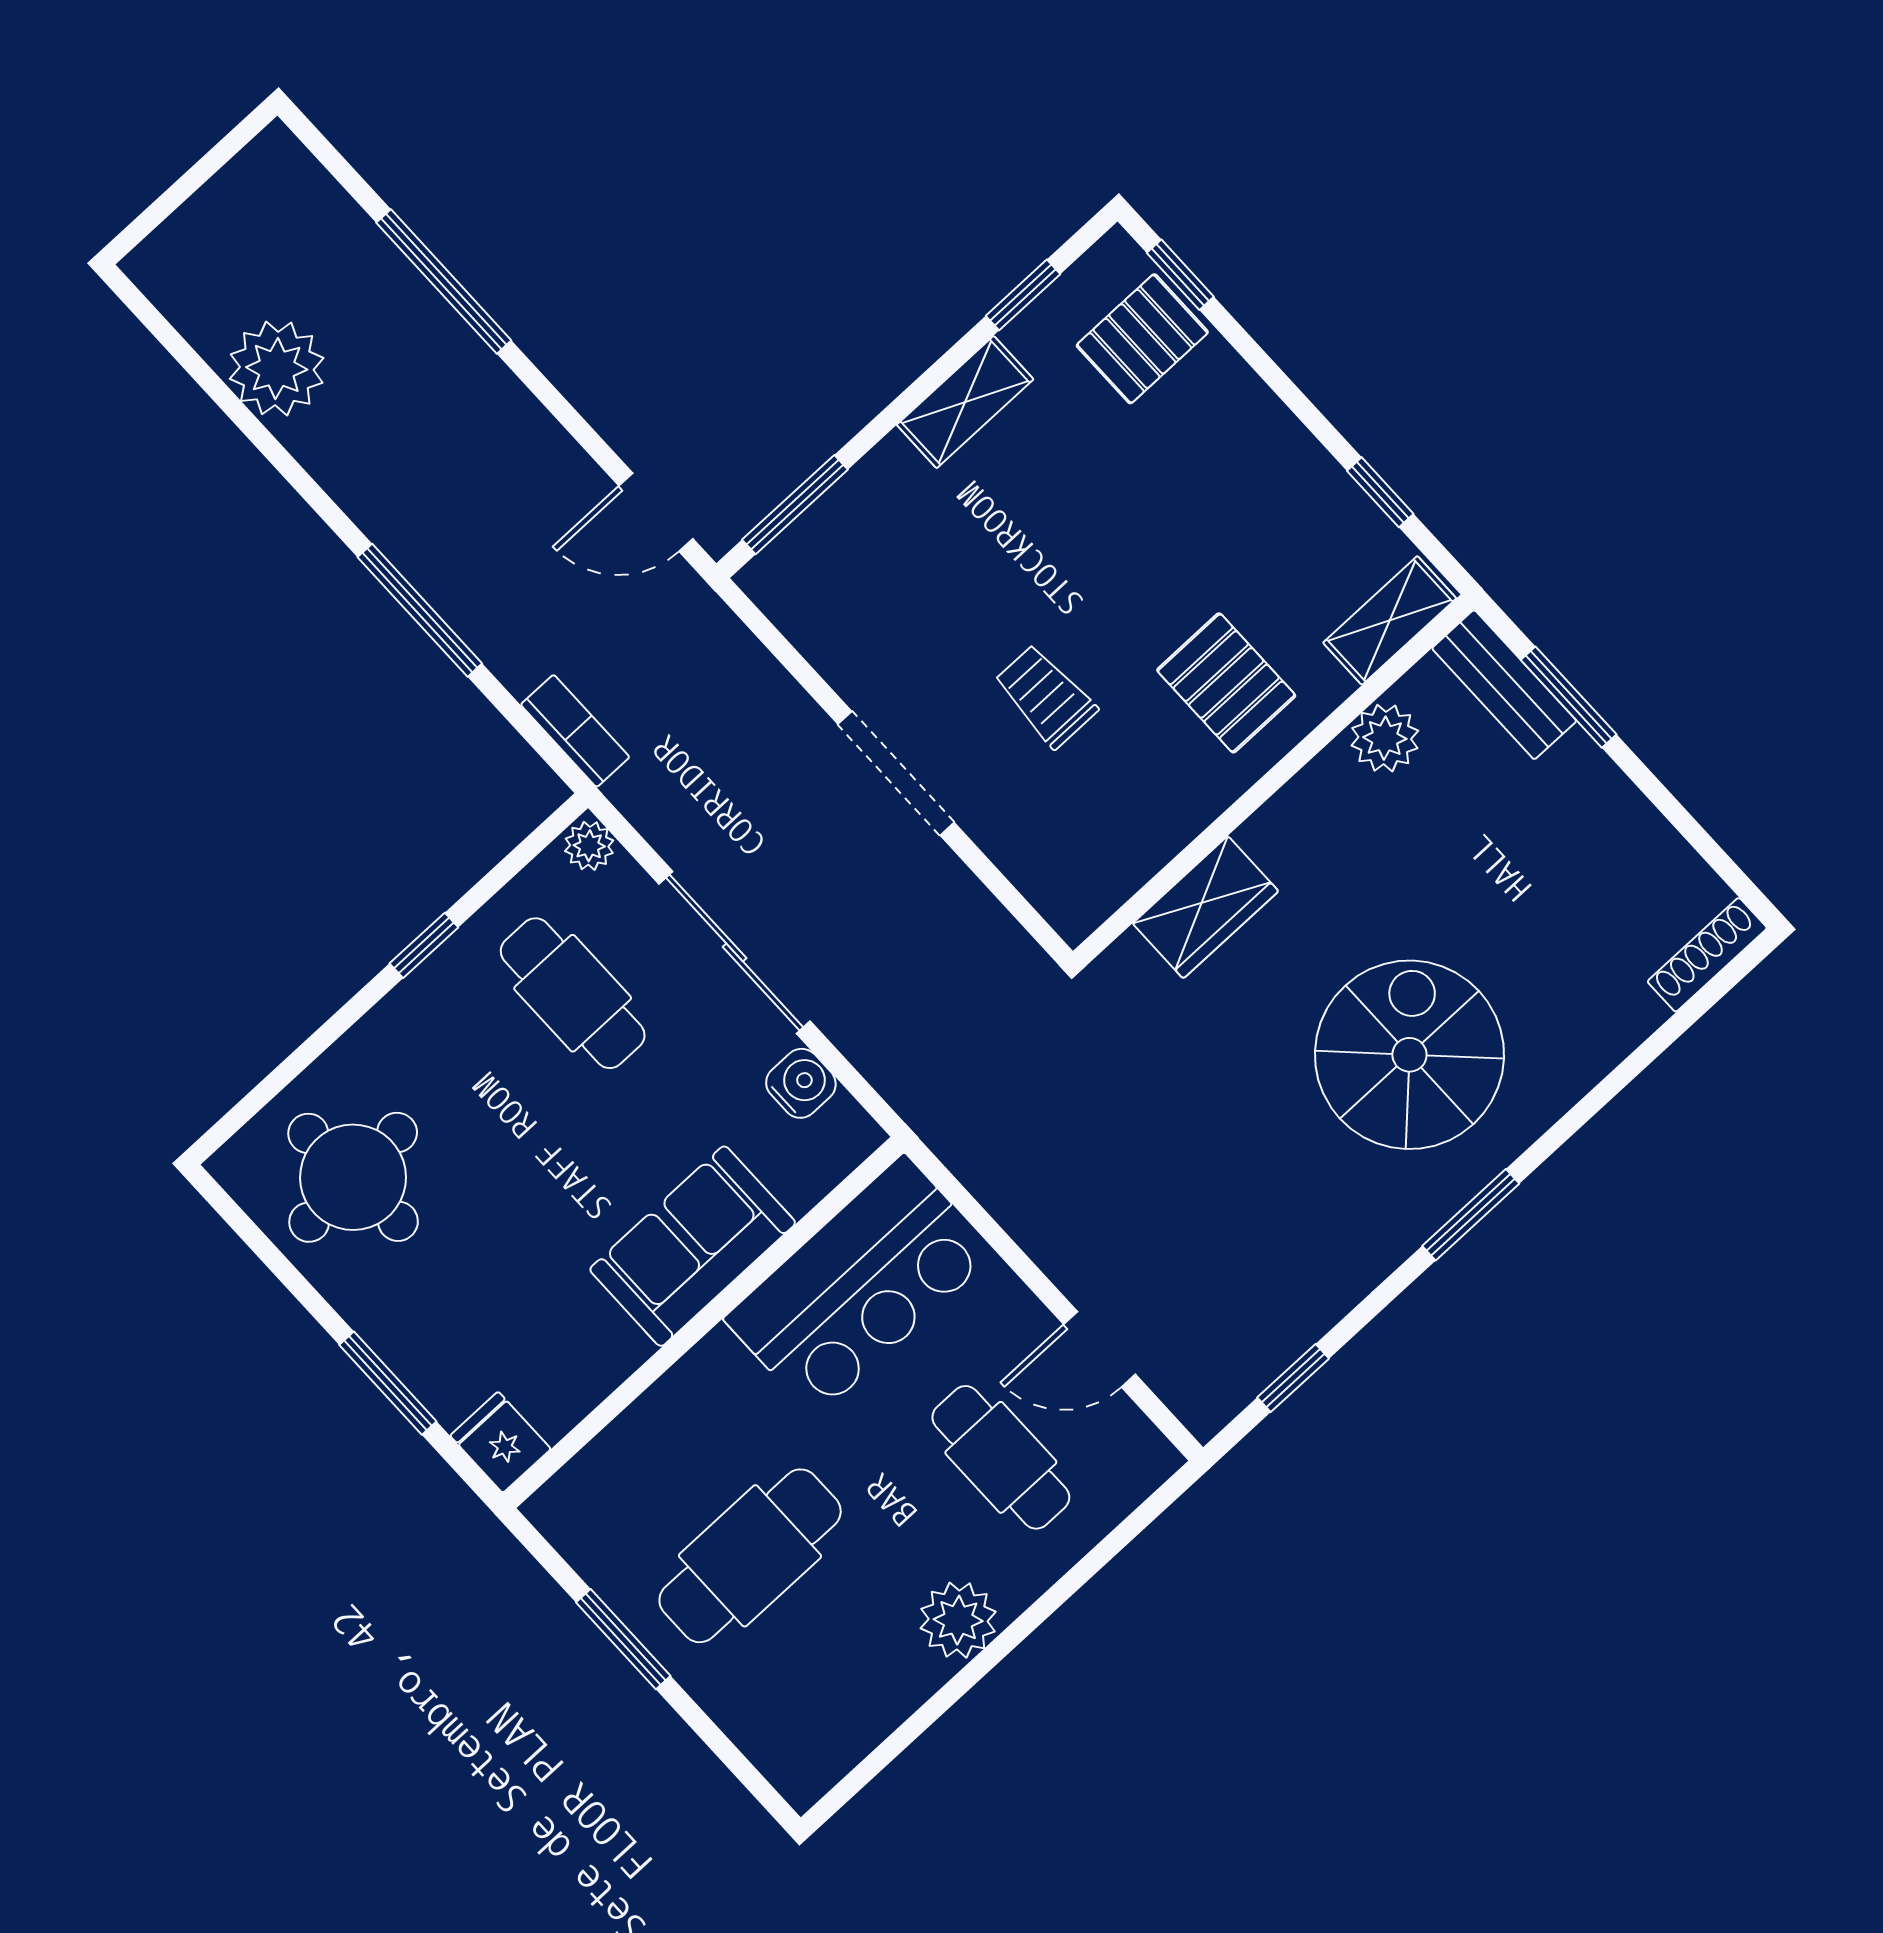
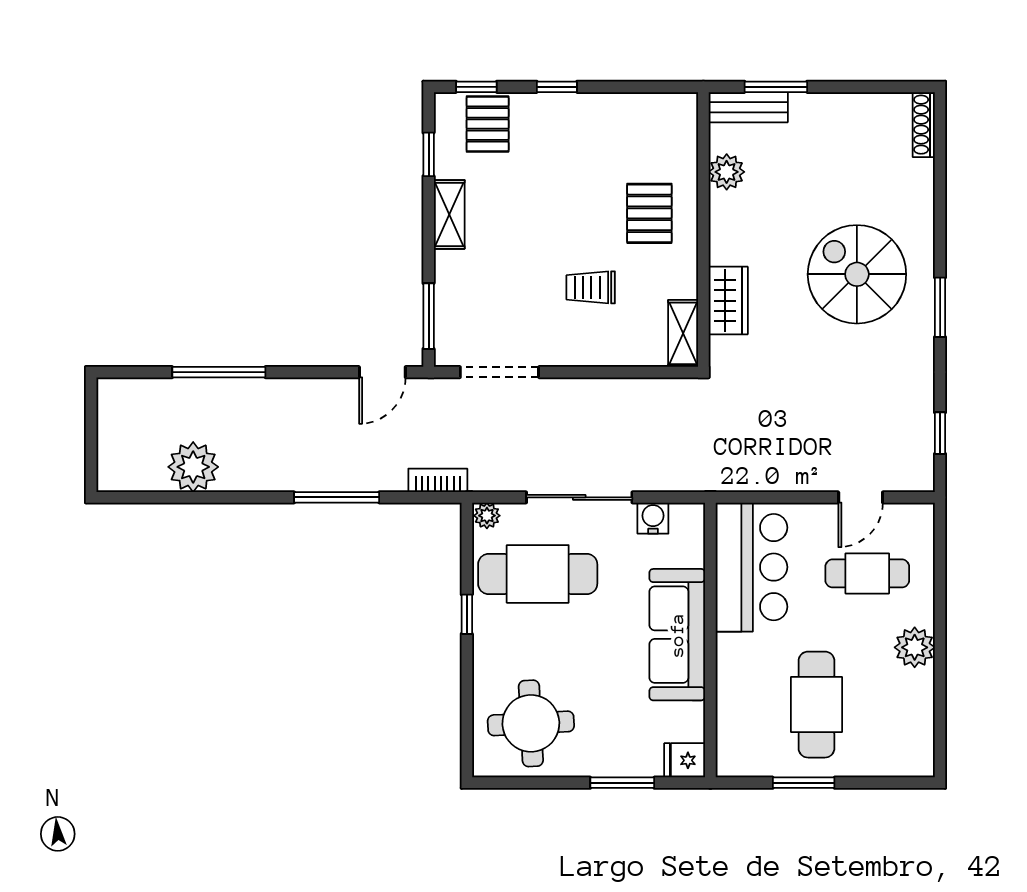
window: (1380, 492) -> (557, 87), moved
shelving: (1390, 620) -> (683, 333), moved
pallet: (1226, 683) -> (649, 213), turned 90
doorway: (896, 773) -> (499, 372), moved
cafe table: (573, 993) -> (538, 574), width x1.37, depth x1.35
sofa: (693, 1246) -> (677, 635), width x1.36

